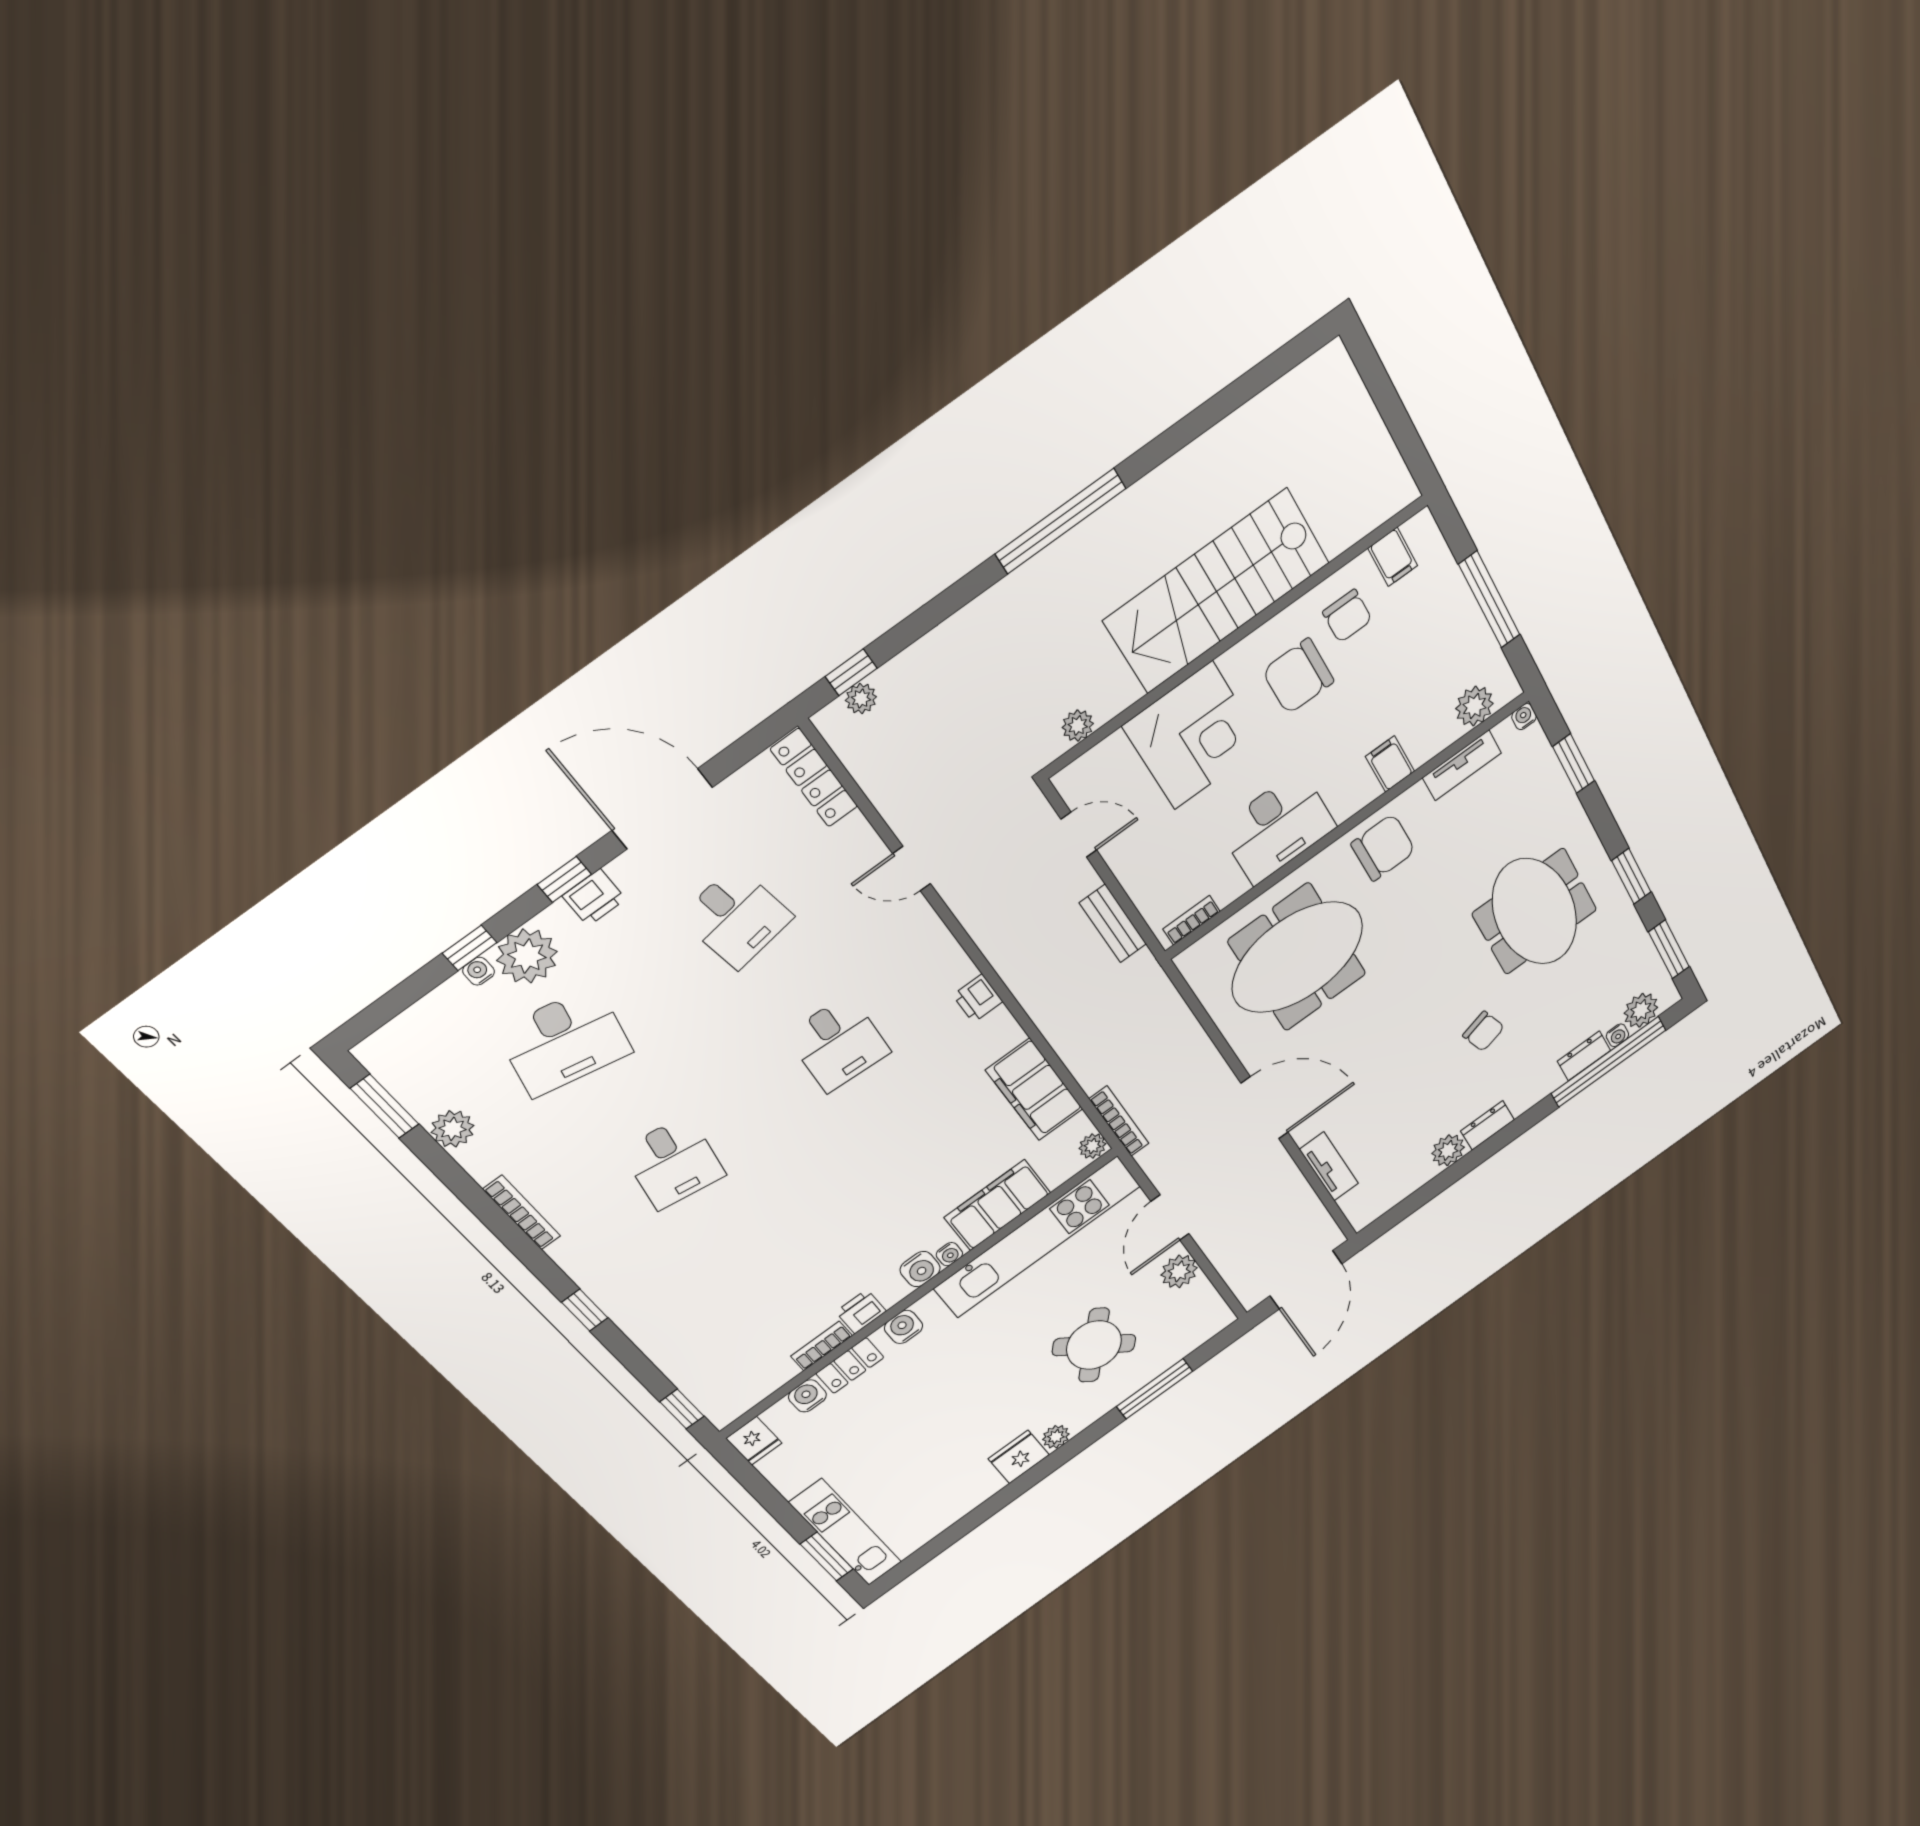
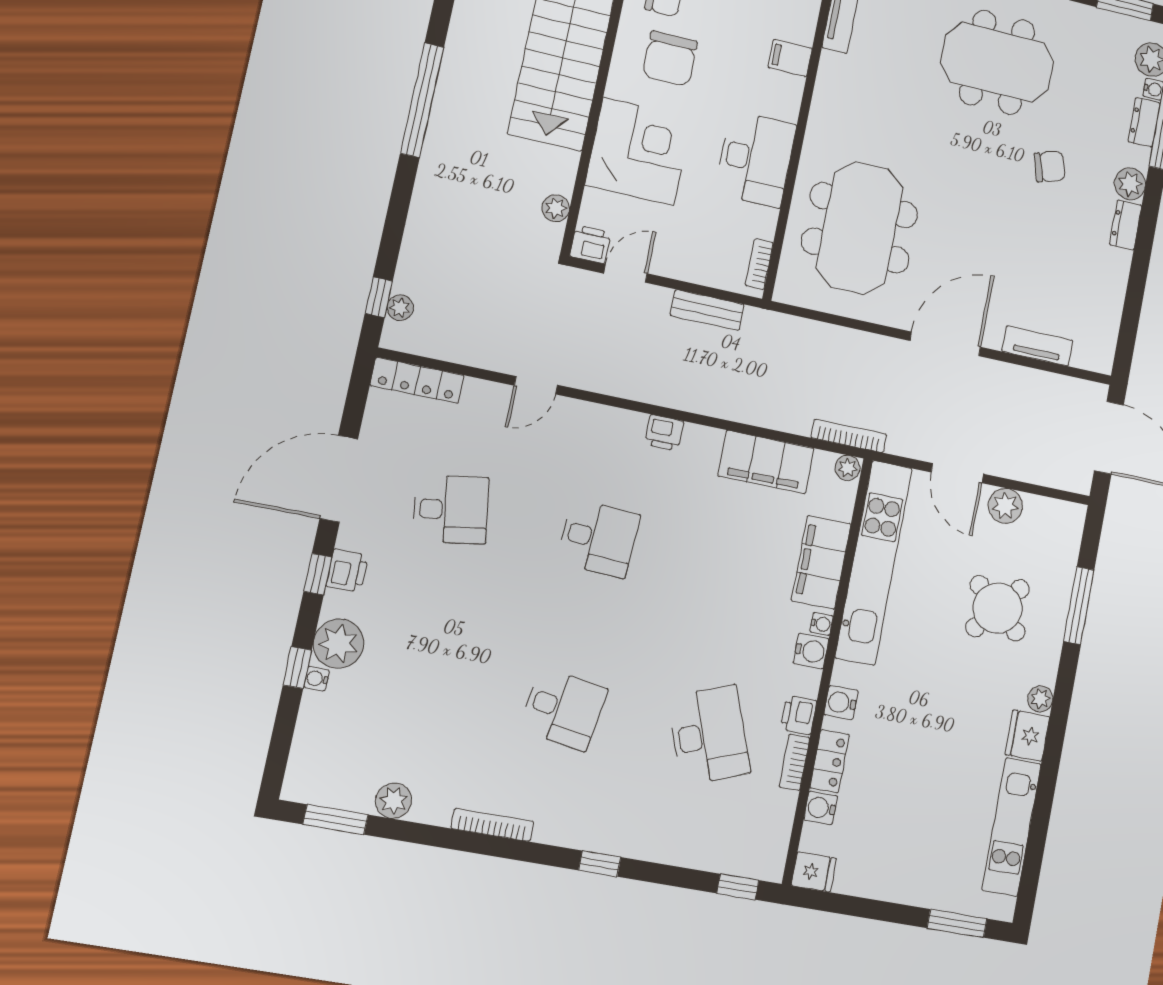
printer: (1075, 784) -> (590, 244), added
chair: (1383, 848) -> (843, 111), removed
desk: (564, 1041) -> (709, 735), moved, turned -33
plant: (1448, 1150) -> (1130, 184), moved
kitchen unit: (846, 1532) -> (1012, 827), moved, turned -90

